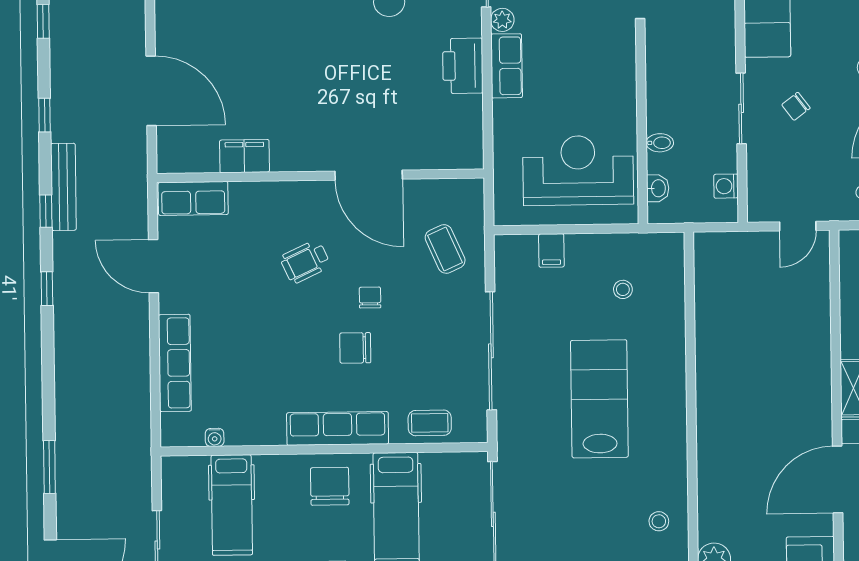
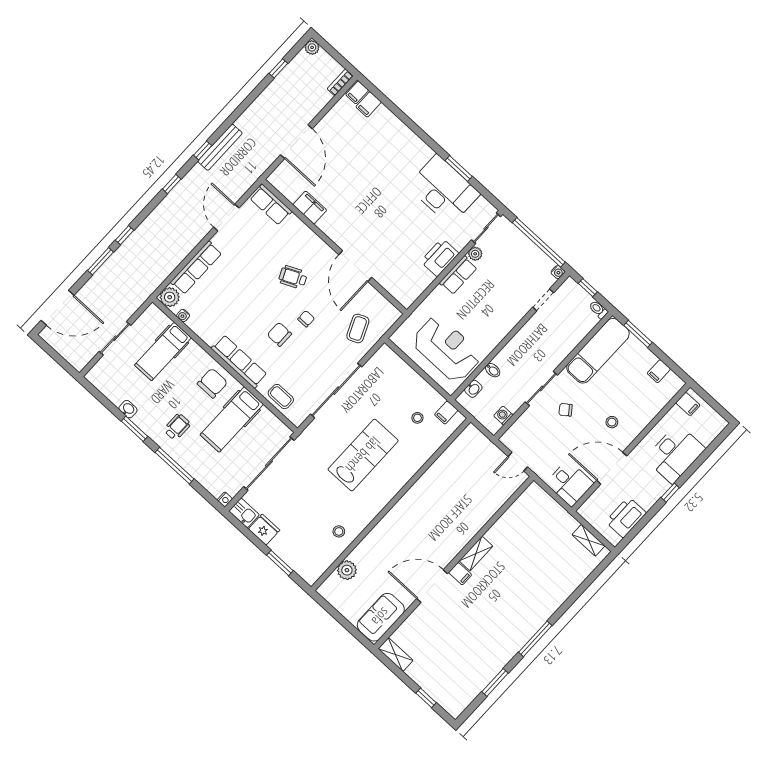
window: (45, 115) -> (124, 235), moved
filing cabinet: (551, 251) -> (446, 412), moved
plant: (177, 430) -> (170, 297), added

